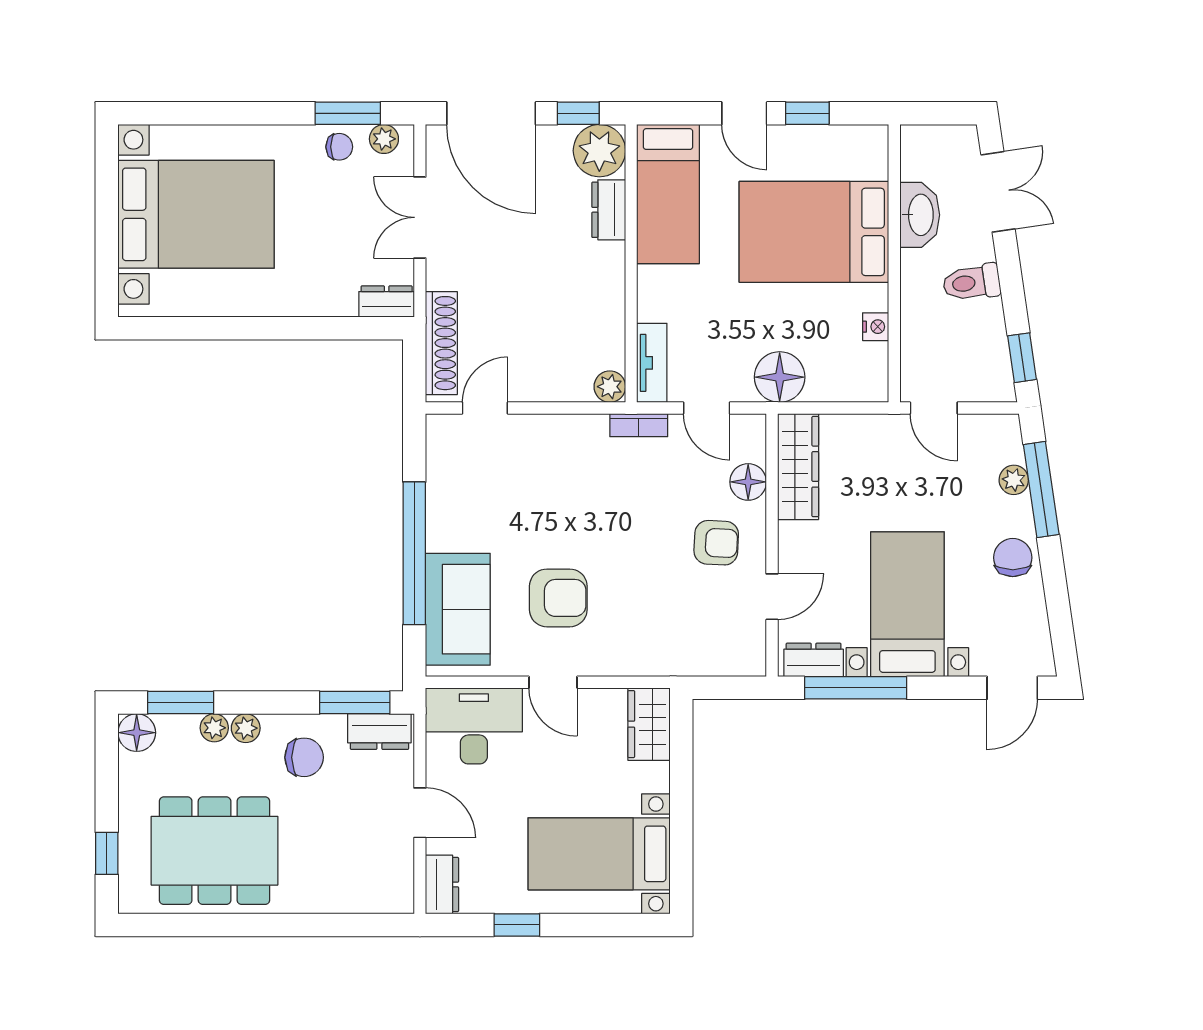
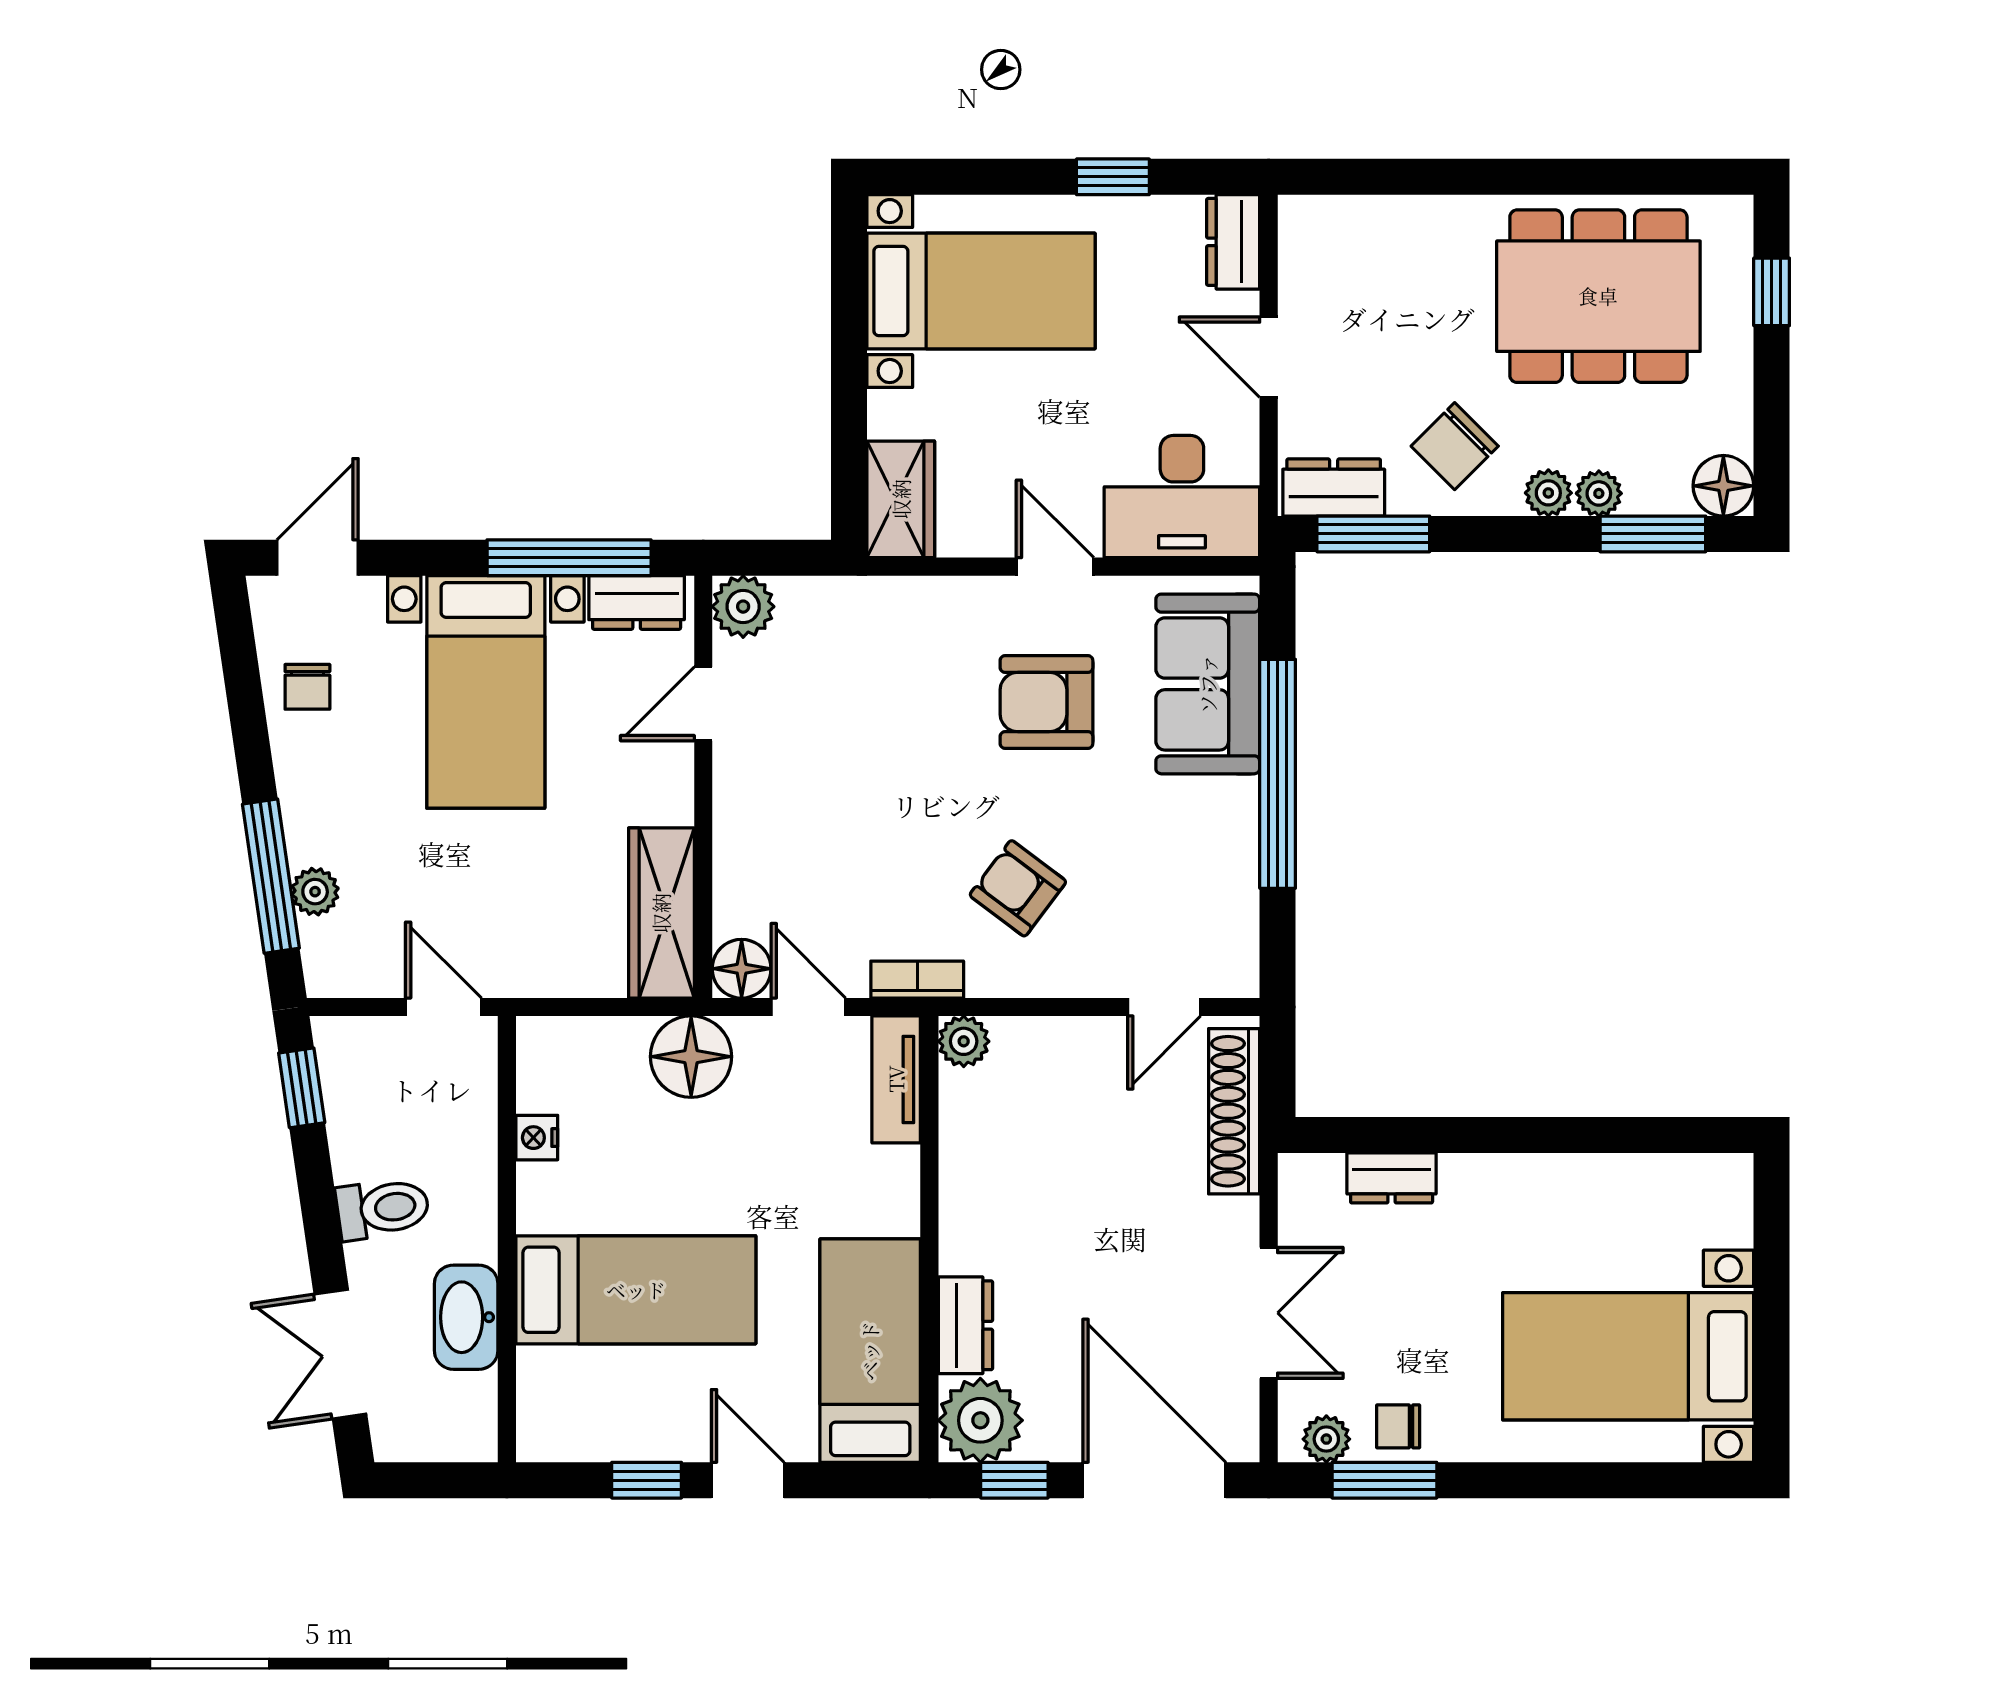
bed with nightstands: (196, 214) -> (1628, 1356), width x0.73
bed: (814, 232) -> (636, 1290), width x0.67
dresser: (387, 302) -> (1392, 1178), moved
floor lamp: (748, 482) -> (742, 969), moved
armchair: (716, 543) -> (1018, 888), moved, turned 34
chair: (1013, 558) -> (307, 687), moved, width x0.73, depth x0.73
plant: (747, 657) -> (743, 607), added
chair: (304, 757) -> (1455, 446), turned -45

